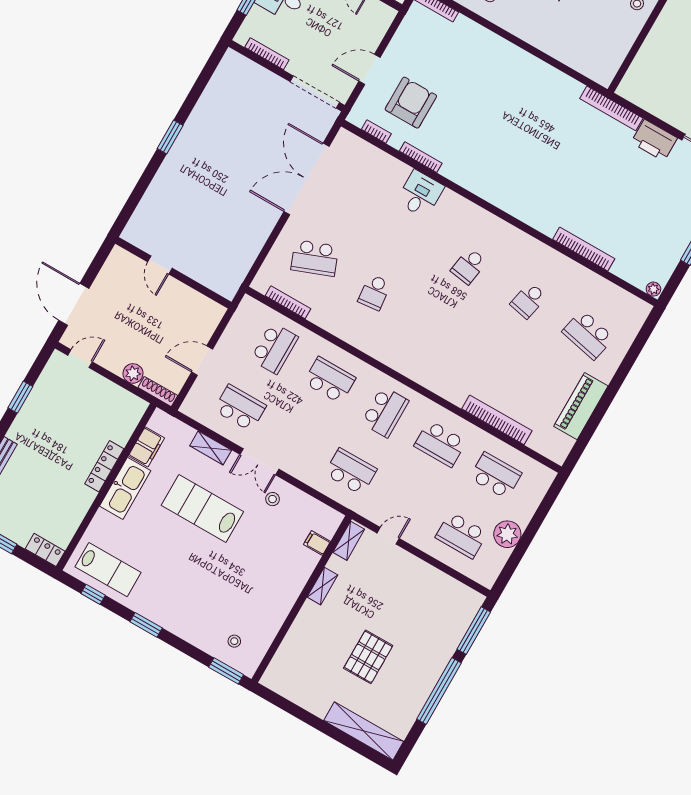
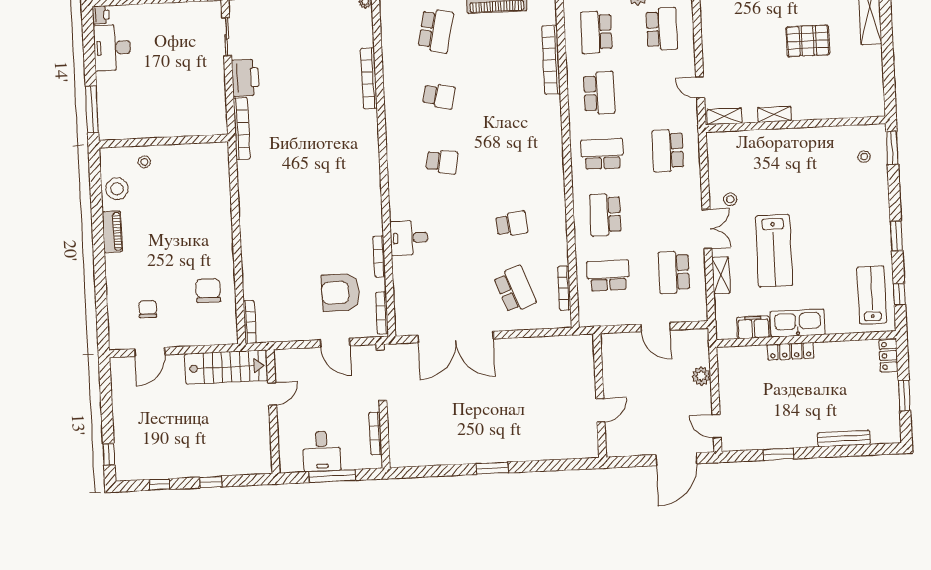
bookcase: (376, 131) -> (382, 313), width x1.56
shoe rack: (158, 392) -> (703, 347), removed
filing cabinet: (317, 543) -> (743, 141), removed

